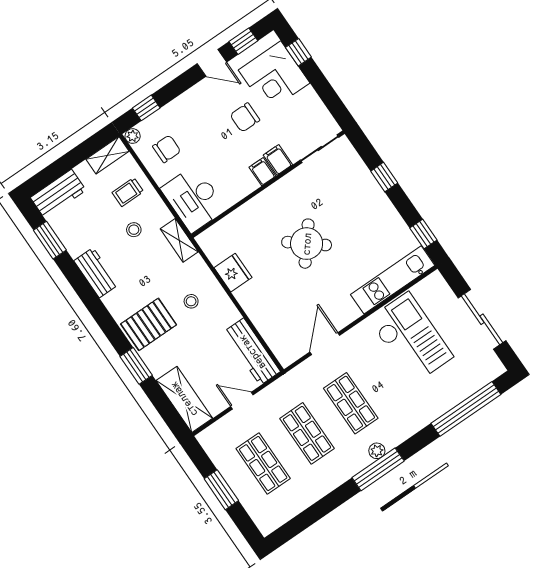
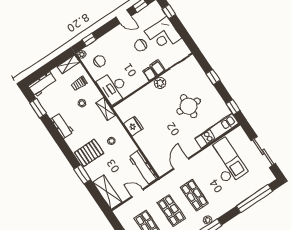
corner desk: (274, 77) -> (163, 35), moved
plant: (283, 189) -> (160, 83), added
round table: (307, 244) -> (189, 106), moved, turned -36

